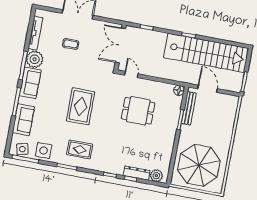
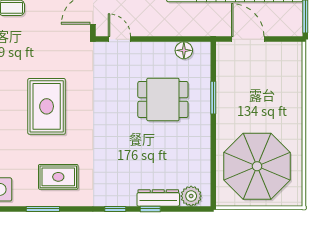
floor lamp: (179, 90) -> (184, 50), moved
bench: (189, 108) -> (223, 76), removed
dining table: (138, 111) -> (163, 99), moved

